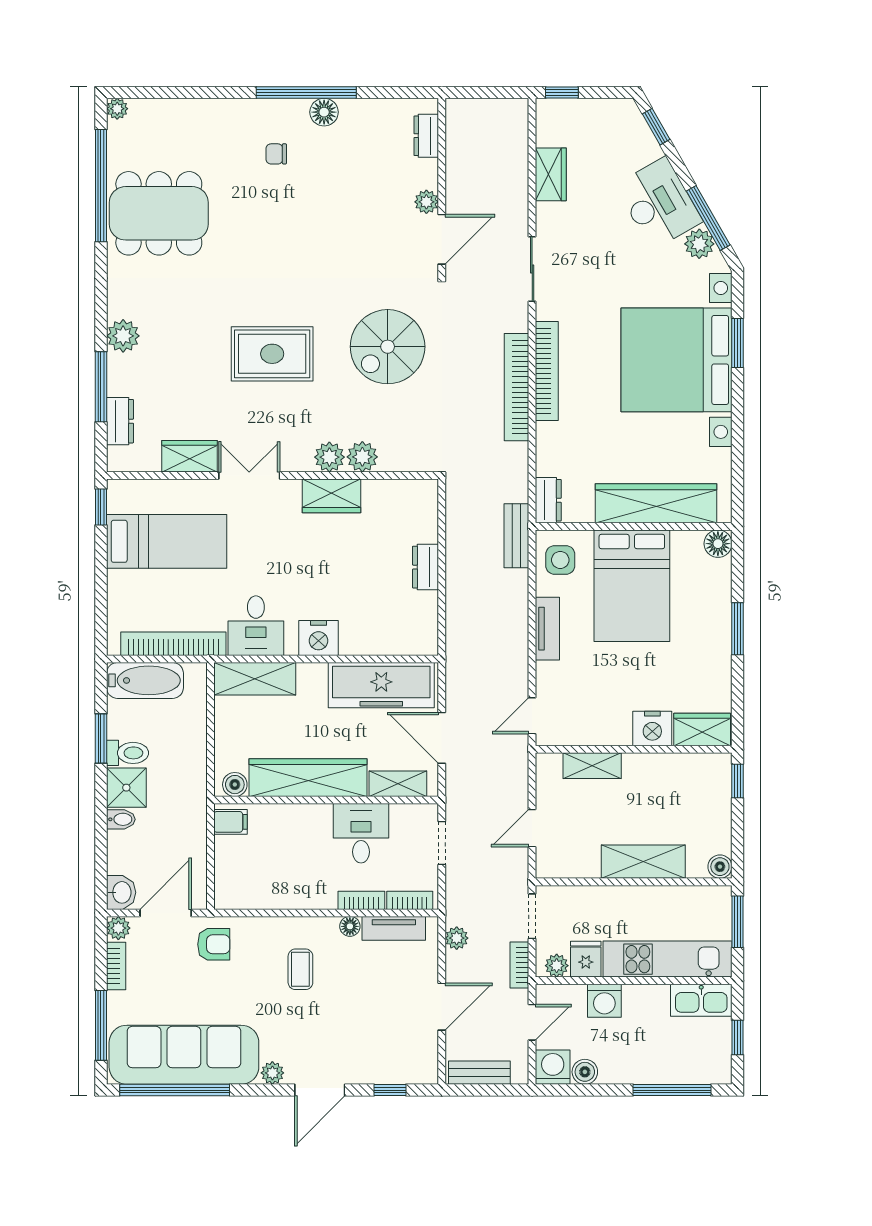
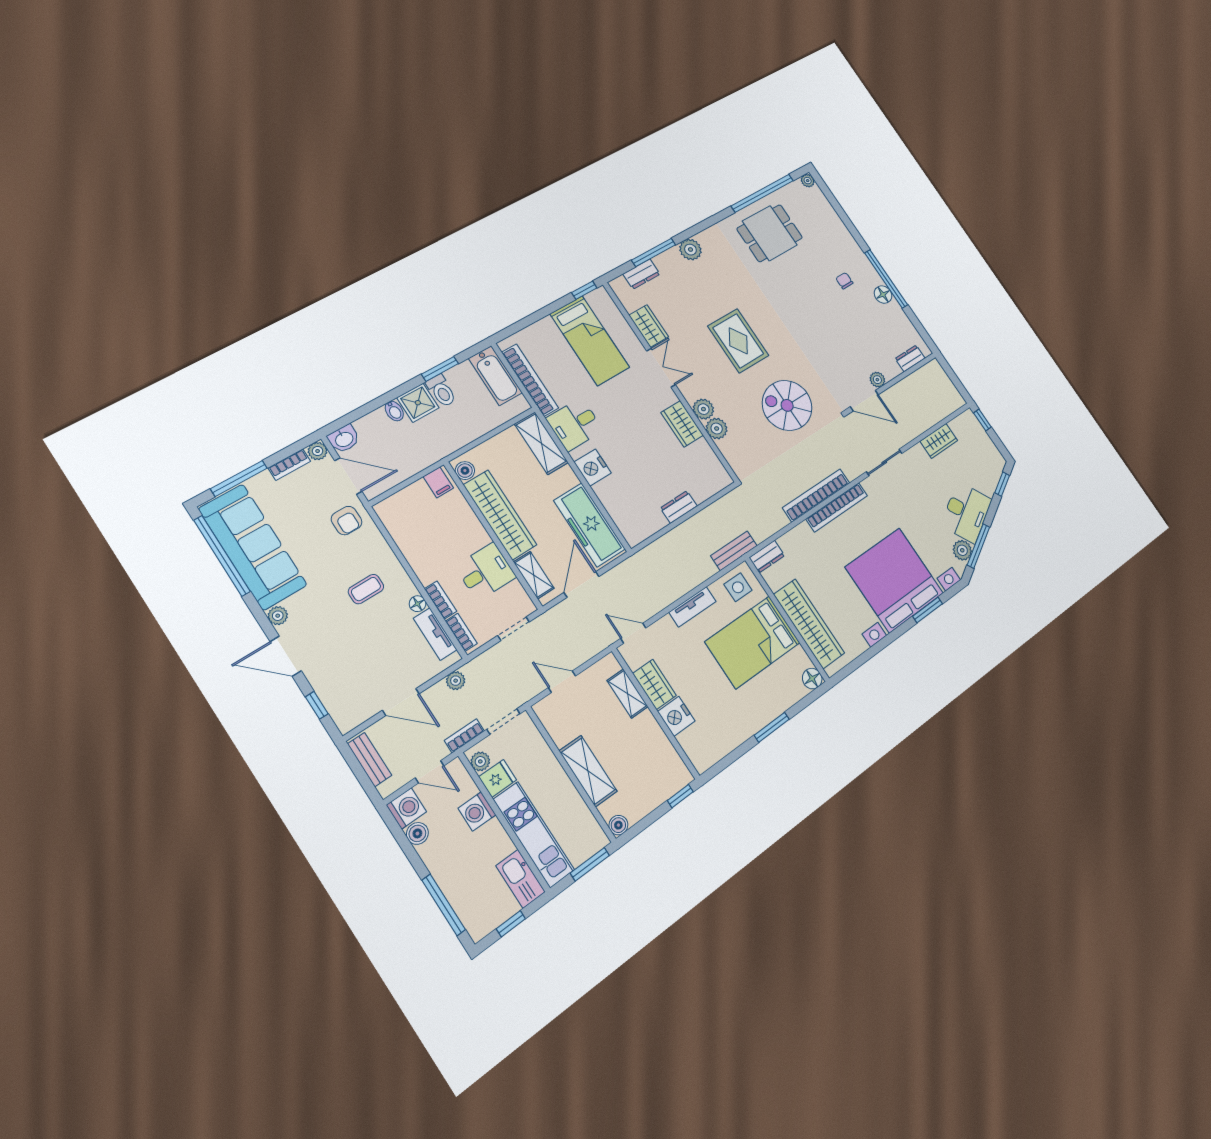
dining table: (159, 213) -> (770, 233), width x0.73
wardrobe: (702, 730) -> (655, 684), moved

